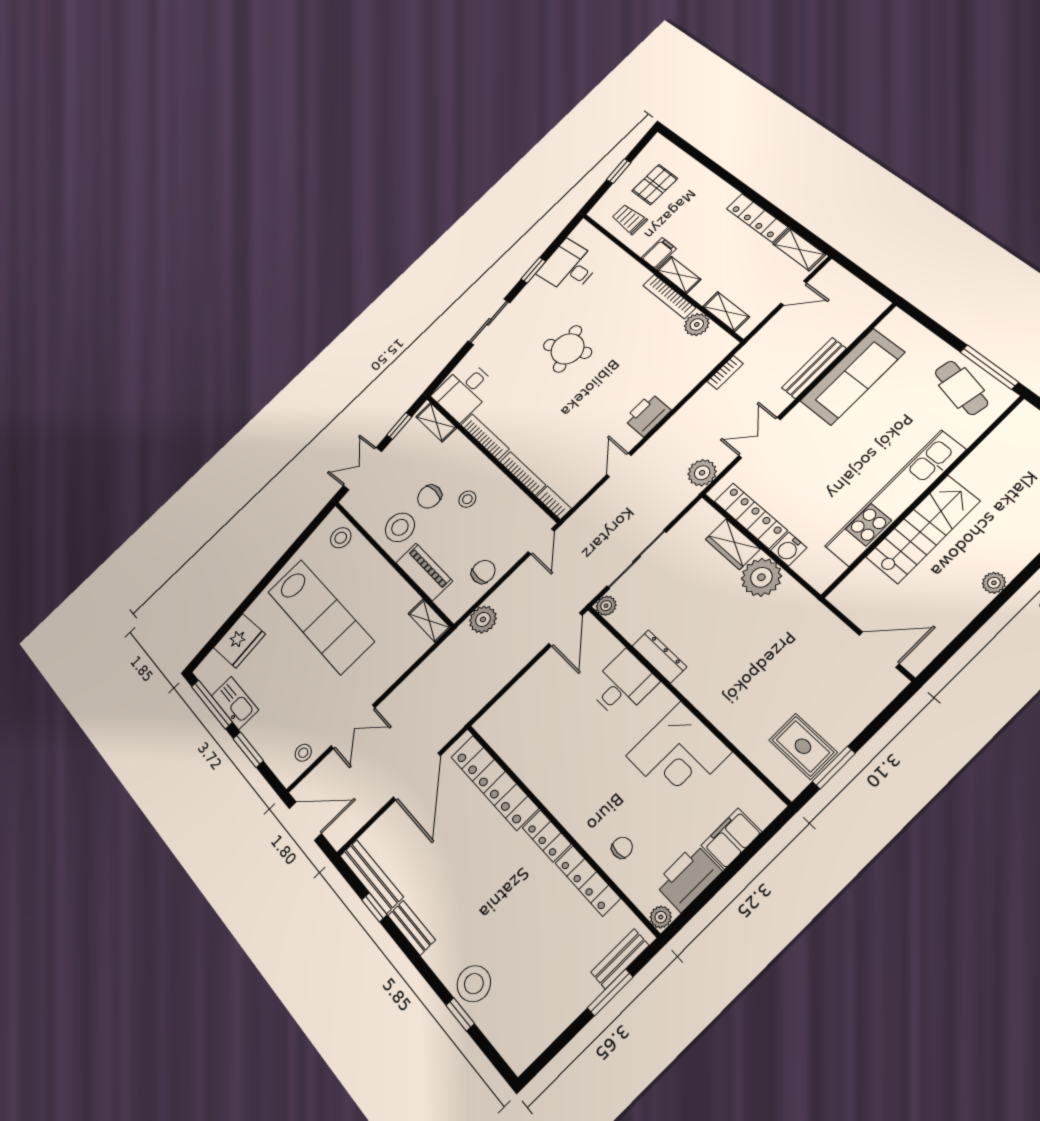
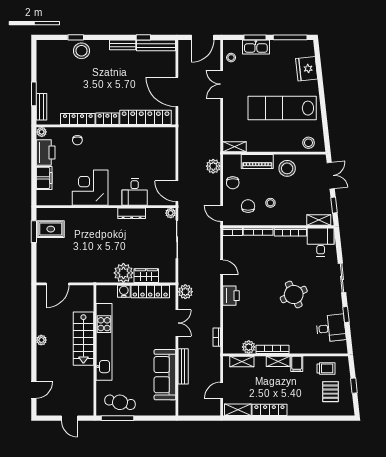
chair: (430, 497) -> (248, 206), moved
kitchen sink: (235, 703) -> (256, 47), moved

